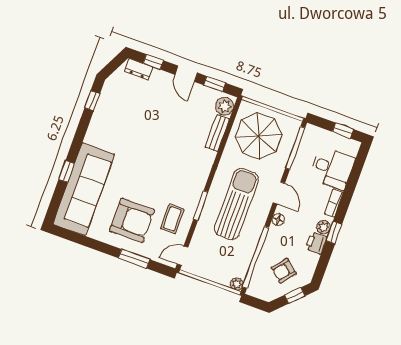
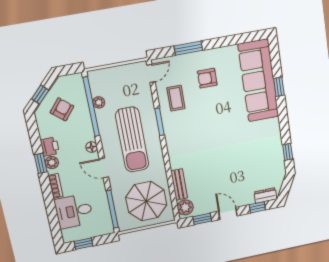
armchair: (132, 220) -> (207, 78), width x0.53, depth x0.53
plant: (237, 284) -> (99, 102), moved

